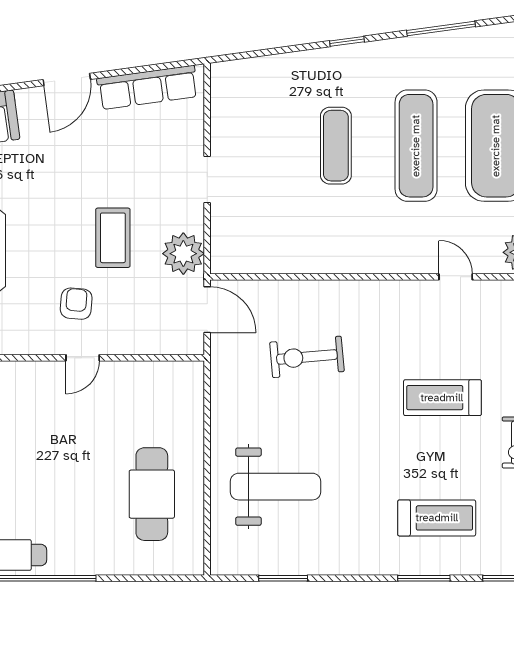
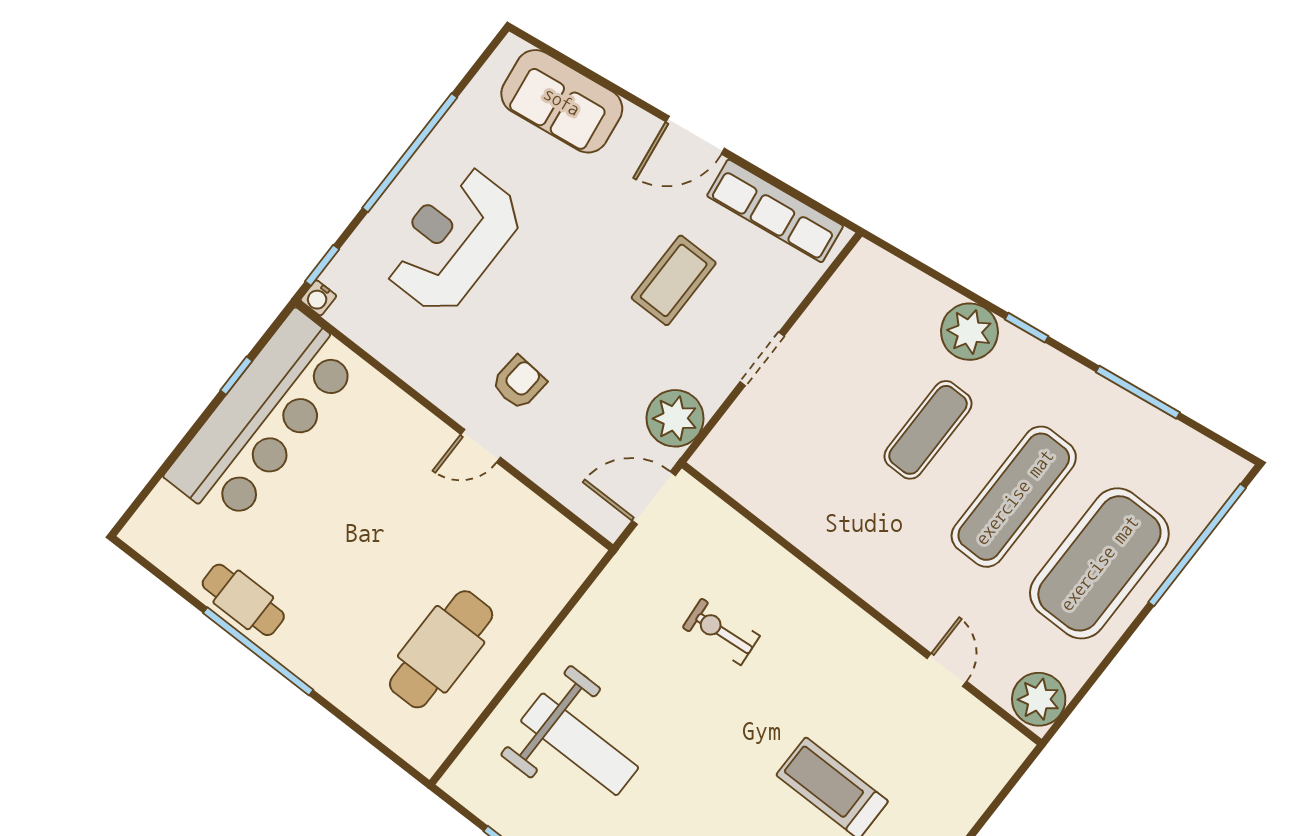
plant: (315, 70) -> (969, 332), added
coffee table: (113, 238) -> (674, 280), moved
door: (207, 310) -> (654, 498), swing flipped
exercise bike: (307, 357) -> (721, 632), width x0.73, depth x0.72

